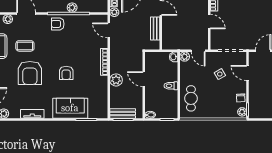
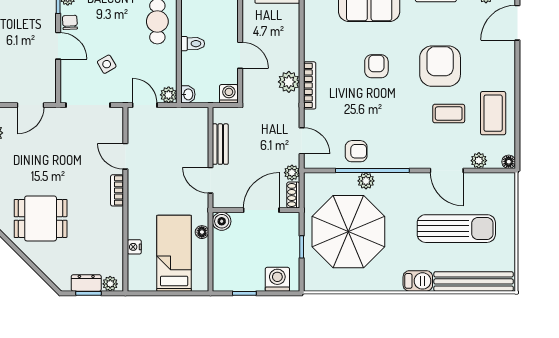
armchair: (58, 24) -> (356, 151), moved
washing machine: (150, 57) -> (229, 94), added
door: (248, 73) -> (58, 46), moved
plant: (116, 80) -> (289, 82), moved

